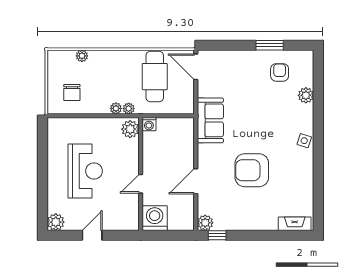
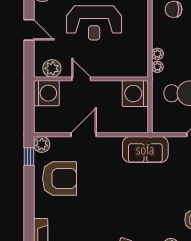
washing machine: (149, 124) -> (135, 94), width x1.89, depth x1.89
plant: (130, 129) -> (52, 68), moved
armchair: (252, 170) -> (59, 178), moved, turned 90
door: (196, 181) -> (84, 135), hinge flipped

